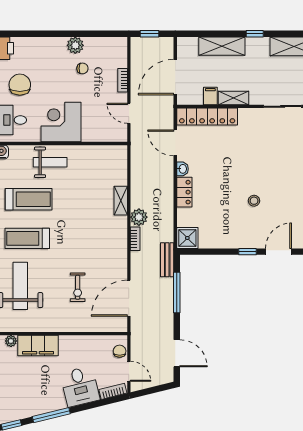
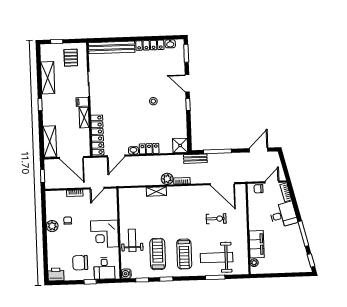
shelving: (222, 46) -> (50, 142), moved
filing cabinet: (210, 96) -> (82, 102), moved

